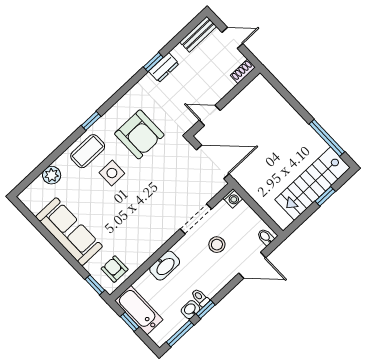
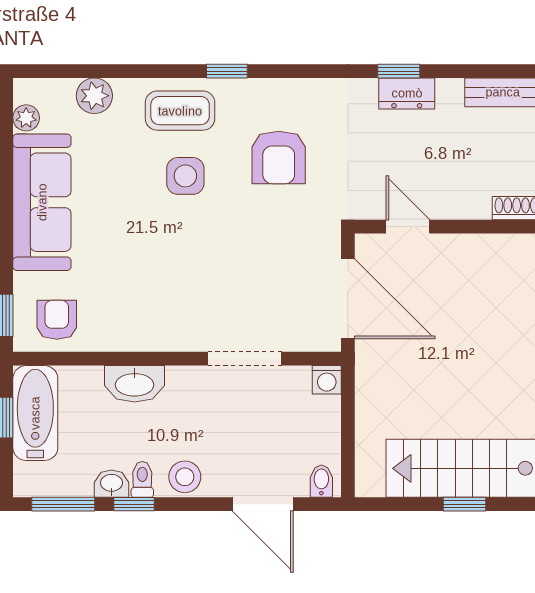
armchair: (139, 134) -> (279, 157), width x0.73, depth x0.73
plant: (34, 207) -> (26, 118), added
stool: (217, 245) -> (185, 477), moved

